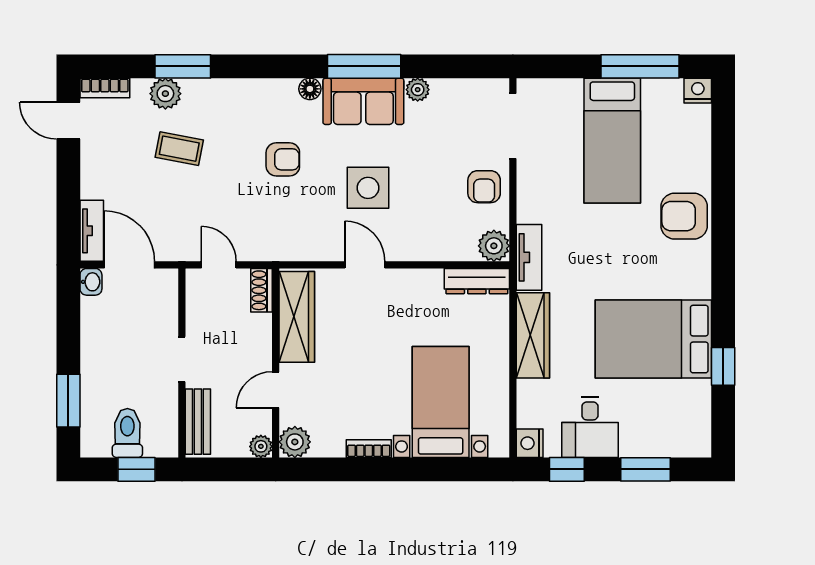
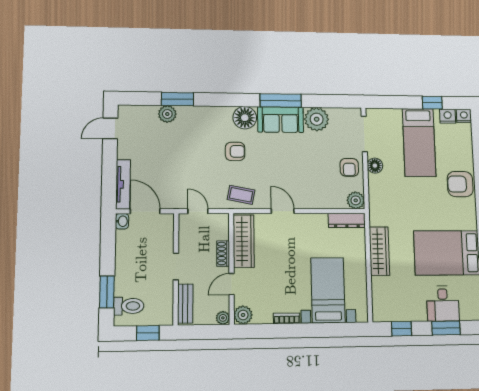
window: (640, 66) -> (432, 103), width x0.46
bookcase: (105, 88) -> (132, 110), removed
floor lamp: (310, 89) -> (245, 118), width x1.89, depth x1.89
plant: (418, 90) -> (317, 119), width x1.88, depth x1.88
door: (68, 121) -> (110, 128), hinge flipped
coffee table: (179, 149) -> (241, 195), moved
floor lamp: (530, 183) -> (375, 166), added
side table: (368, 188) -> (284, 168), removed
tv unit: (92, 231) -> (123, 184), width x1.41
tv unit: (529, 257) -> (376, 207), removed
shoe rack: (262, 290) -> (223, 254), moved
desk: (590, 427) -> (443, 303), moved
toilet: (127, 433) -> (129, 306), moved, turned 90
nightstand: (530, 443) -> (448, 116), moved, turned 90

